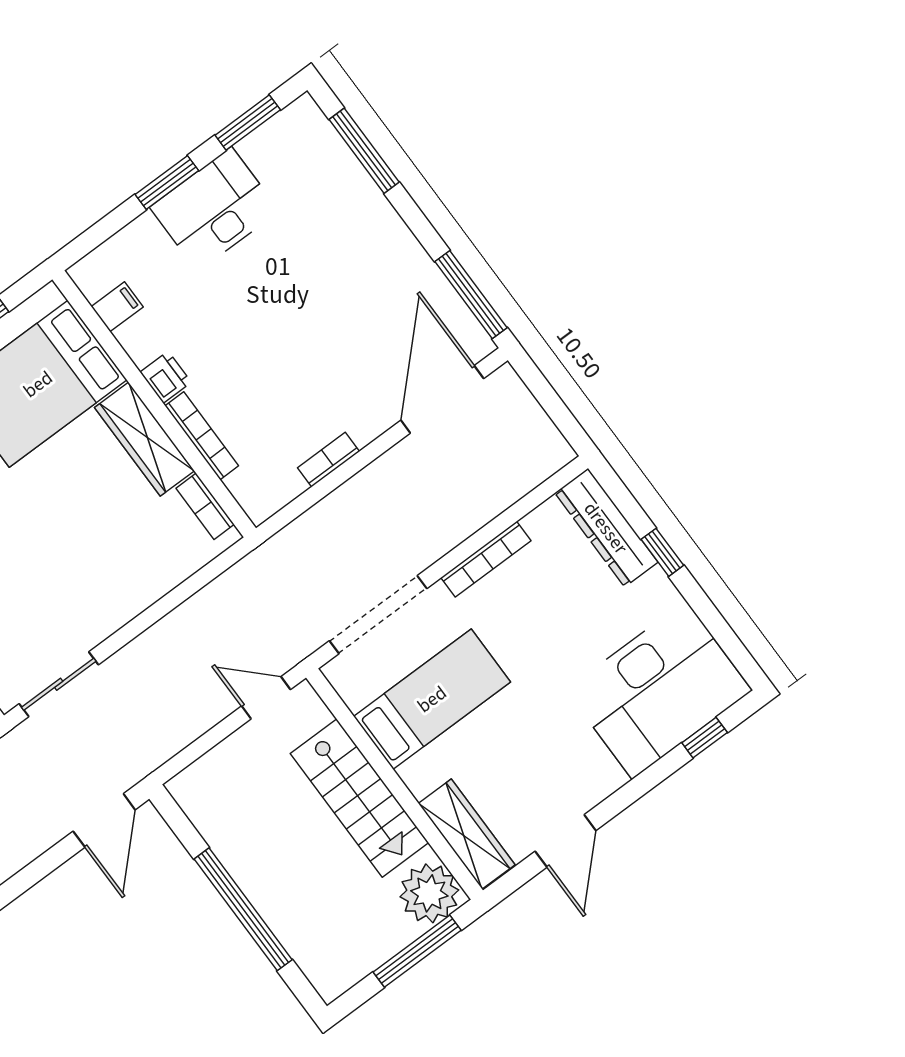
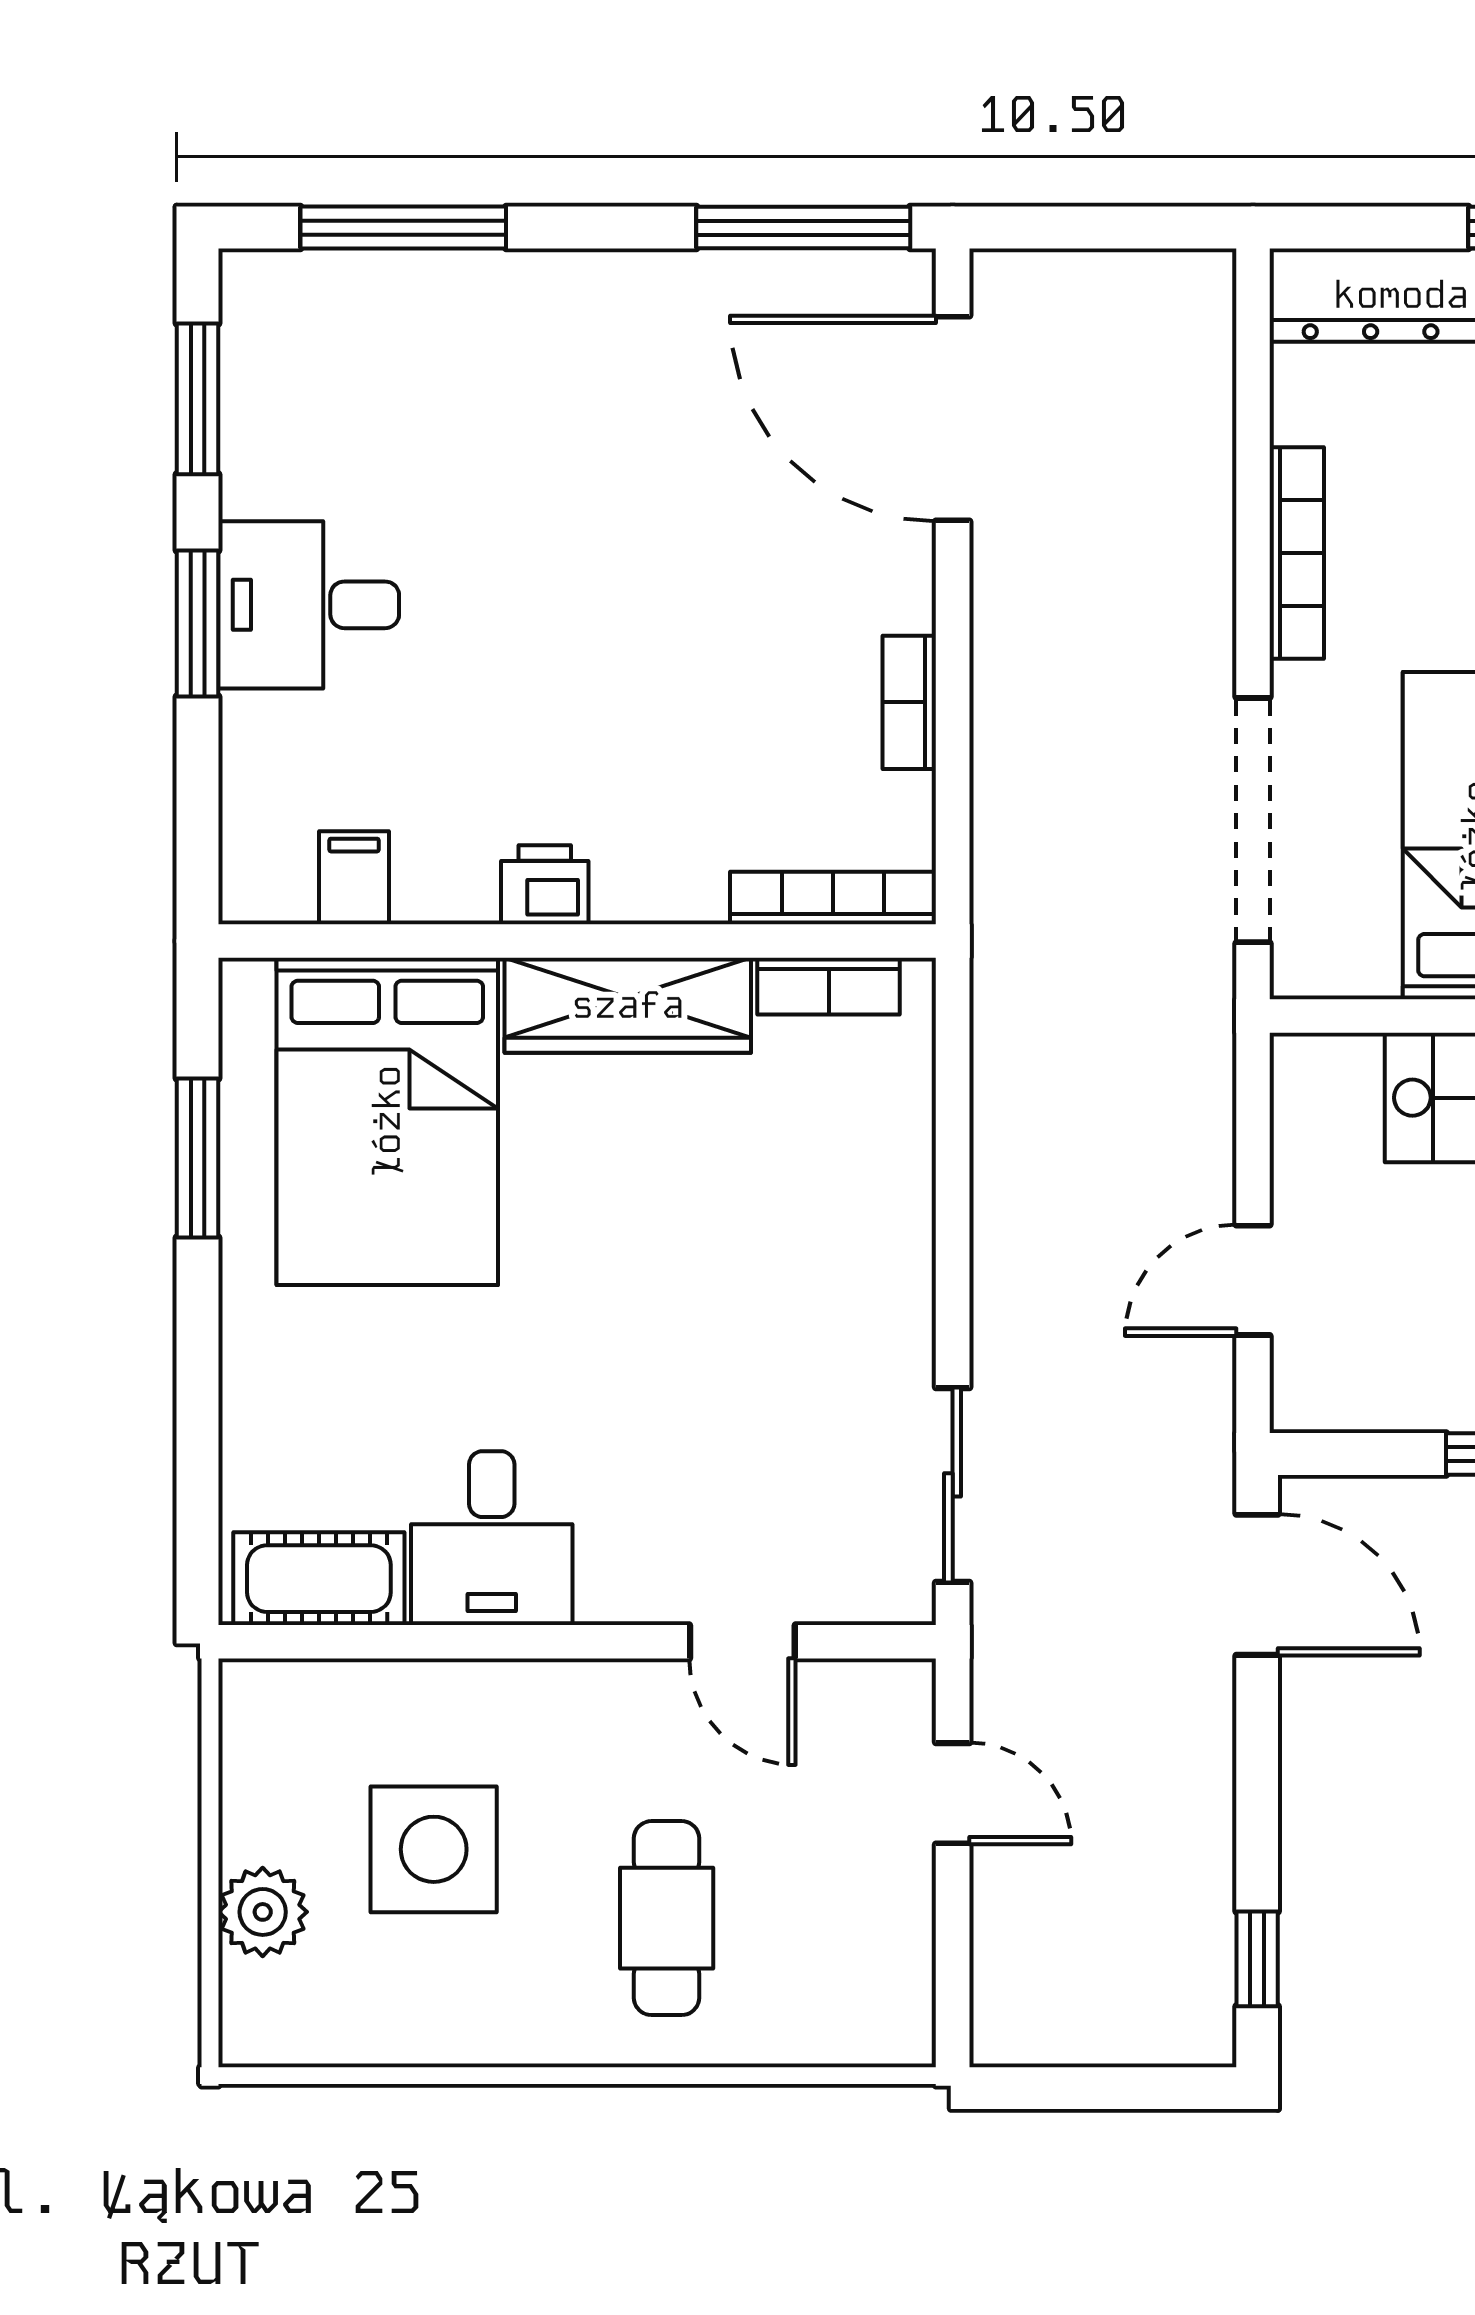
desk: (214, 209) -> (309, 605), width x0.73
bookcase: (202, 436) -> (833, 898), moved
door: (266, 698) -> (1253, 1280), moved

